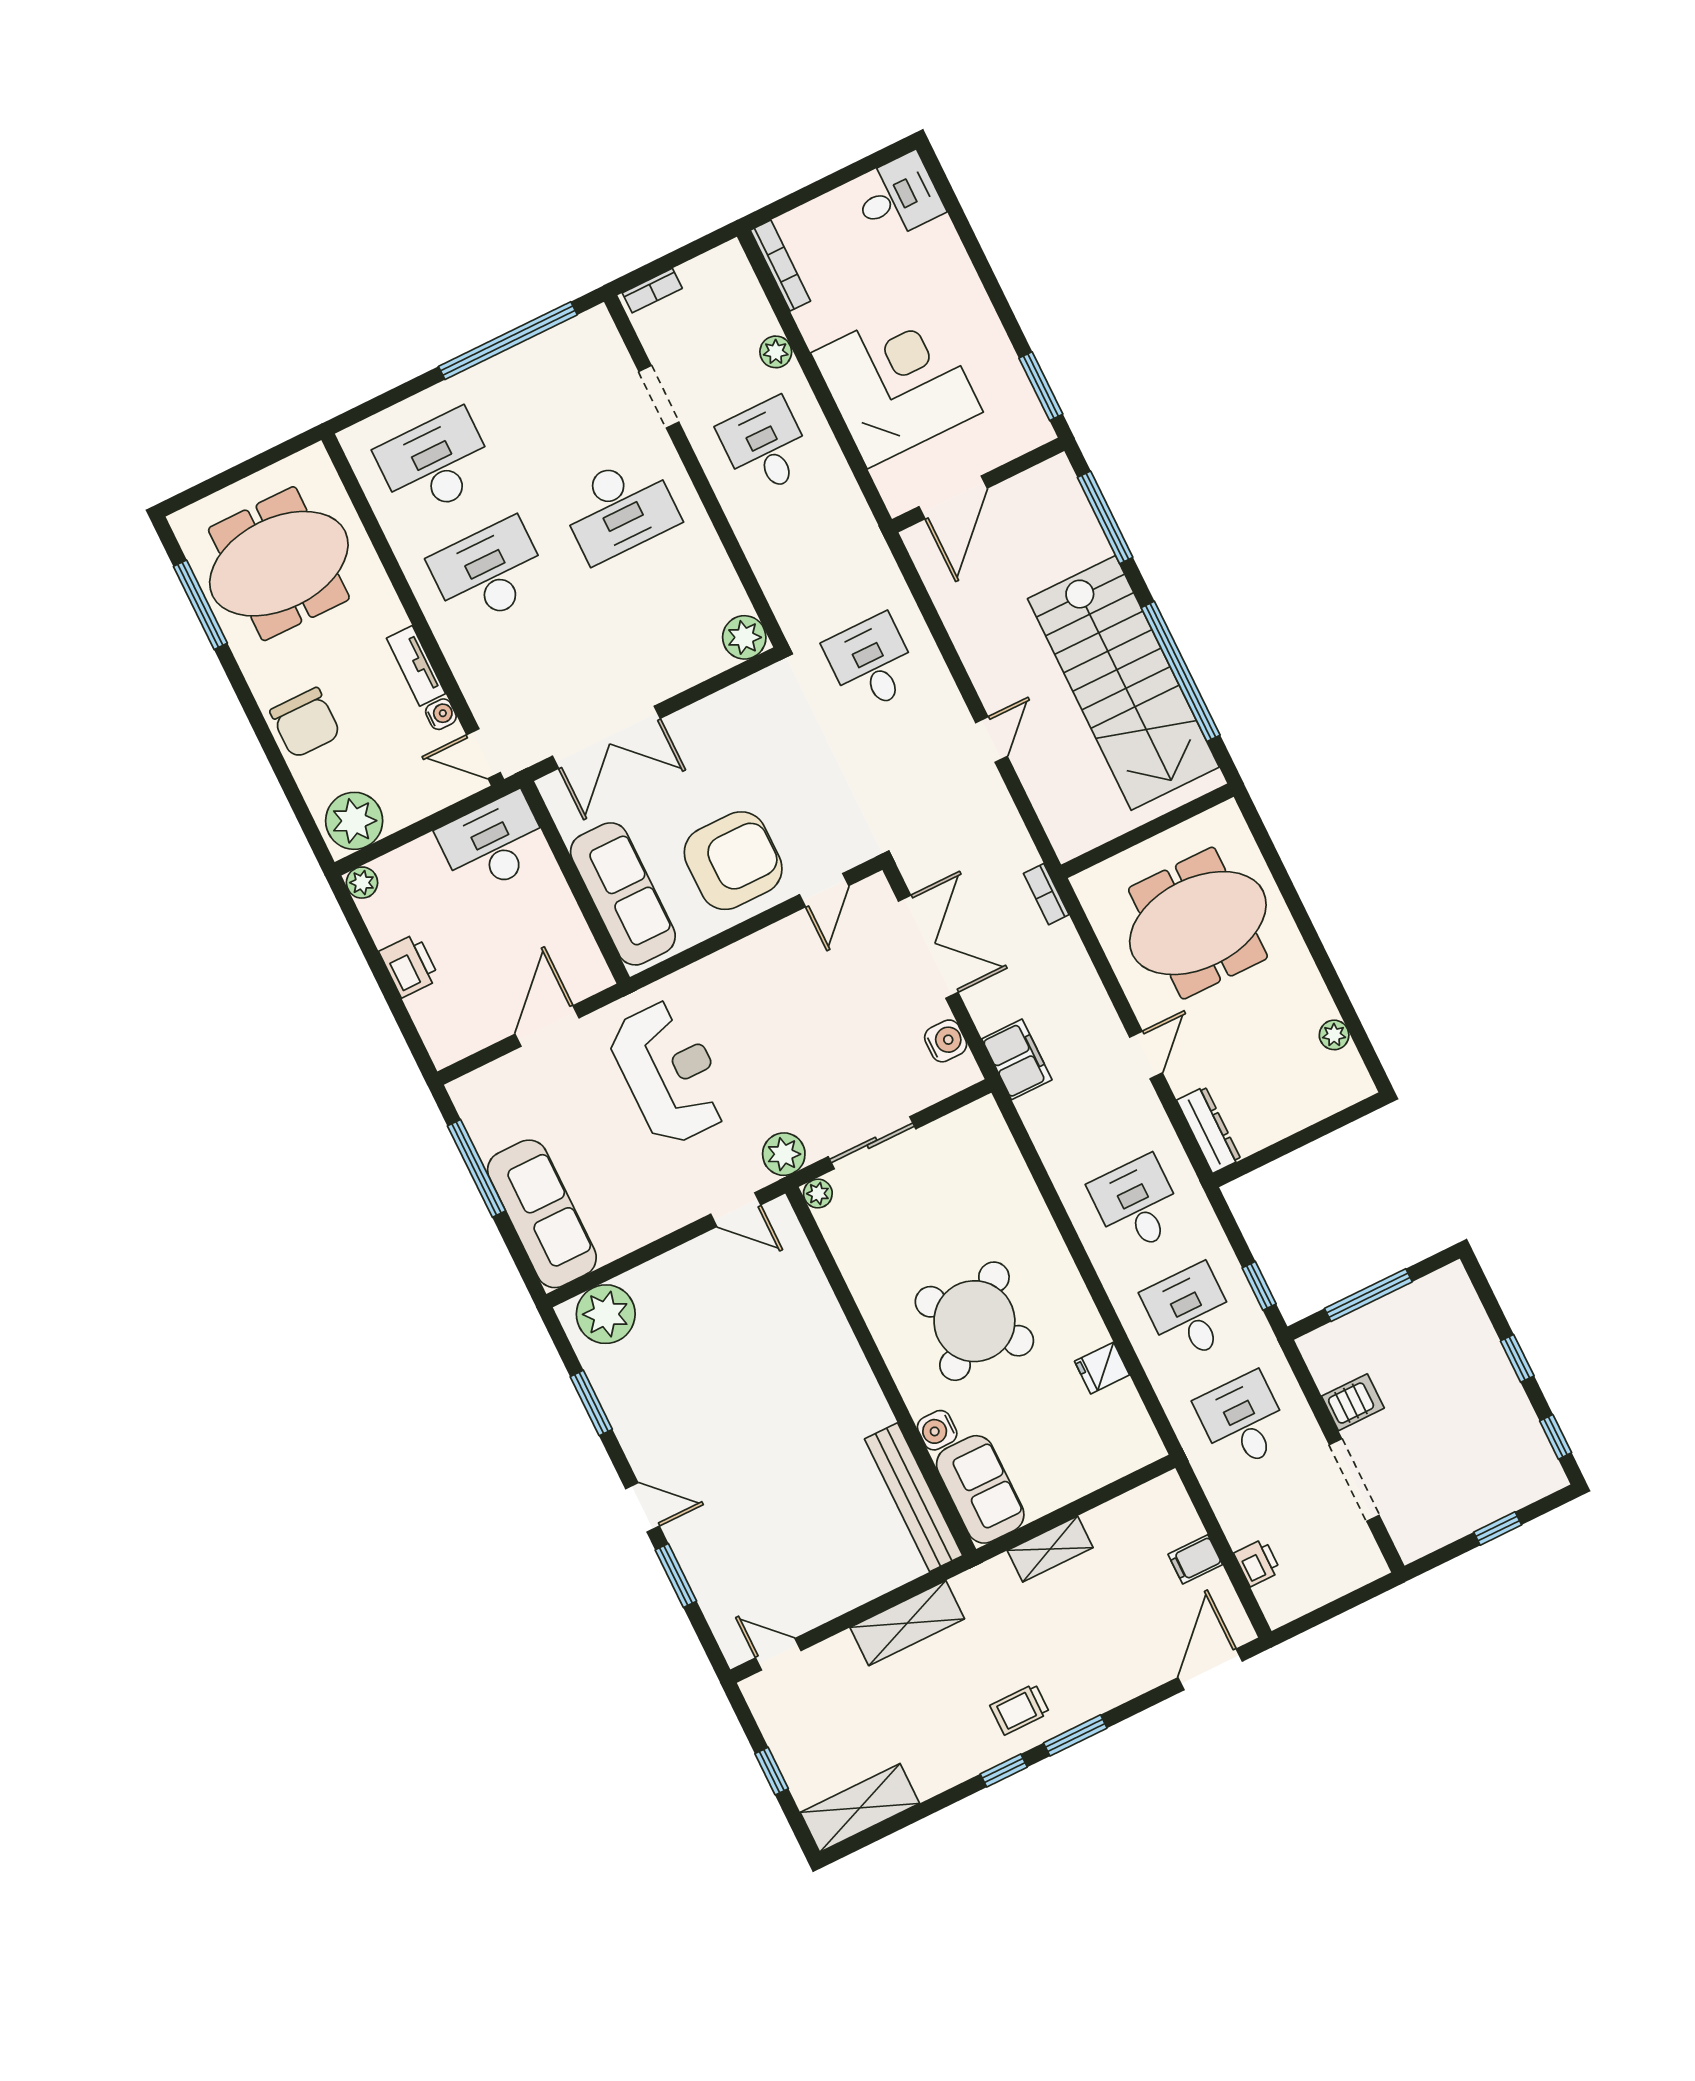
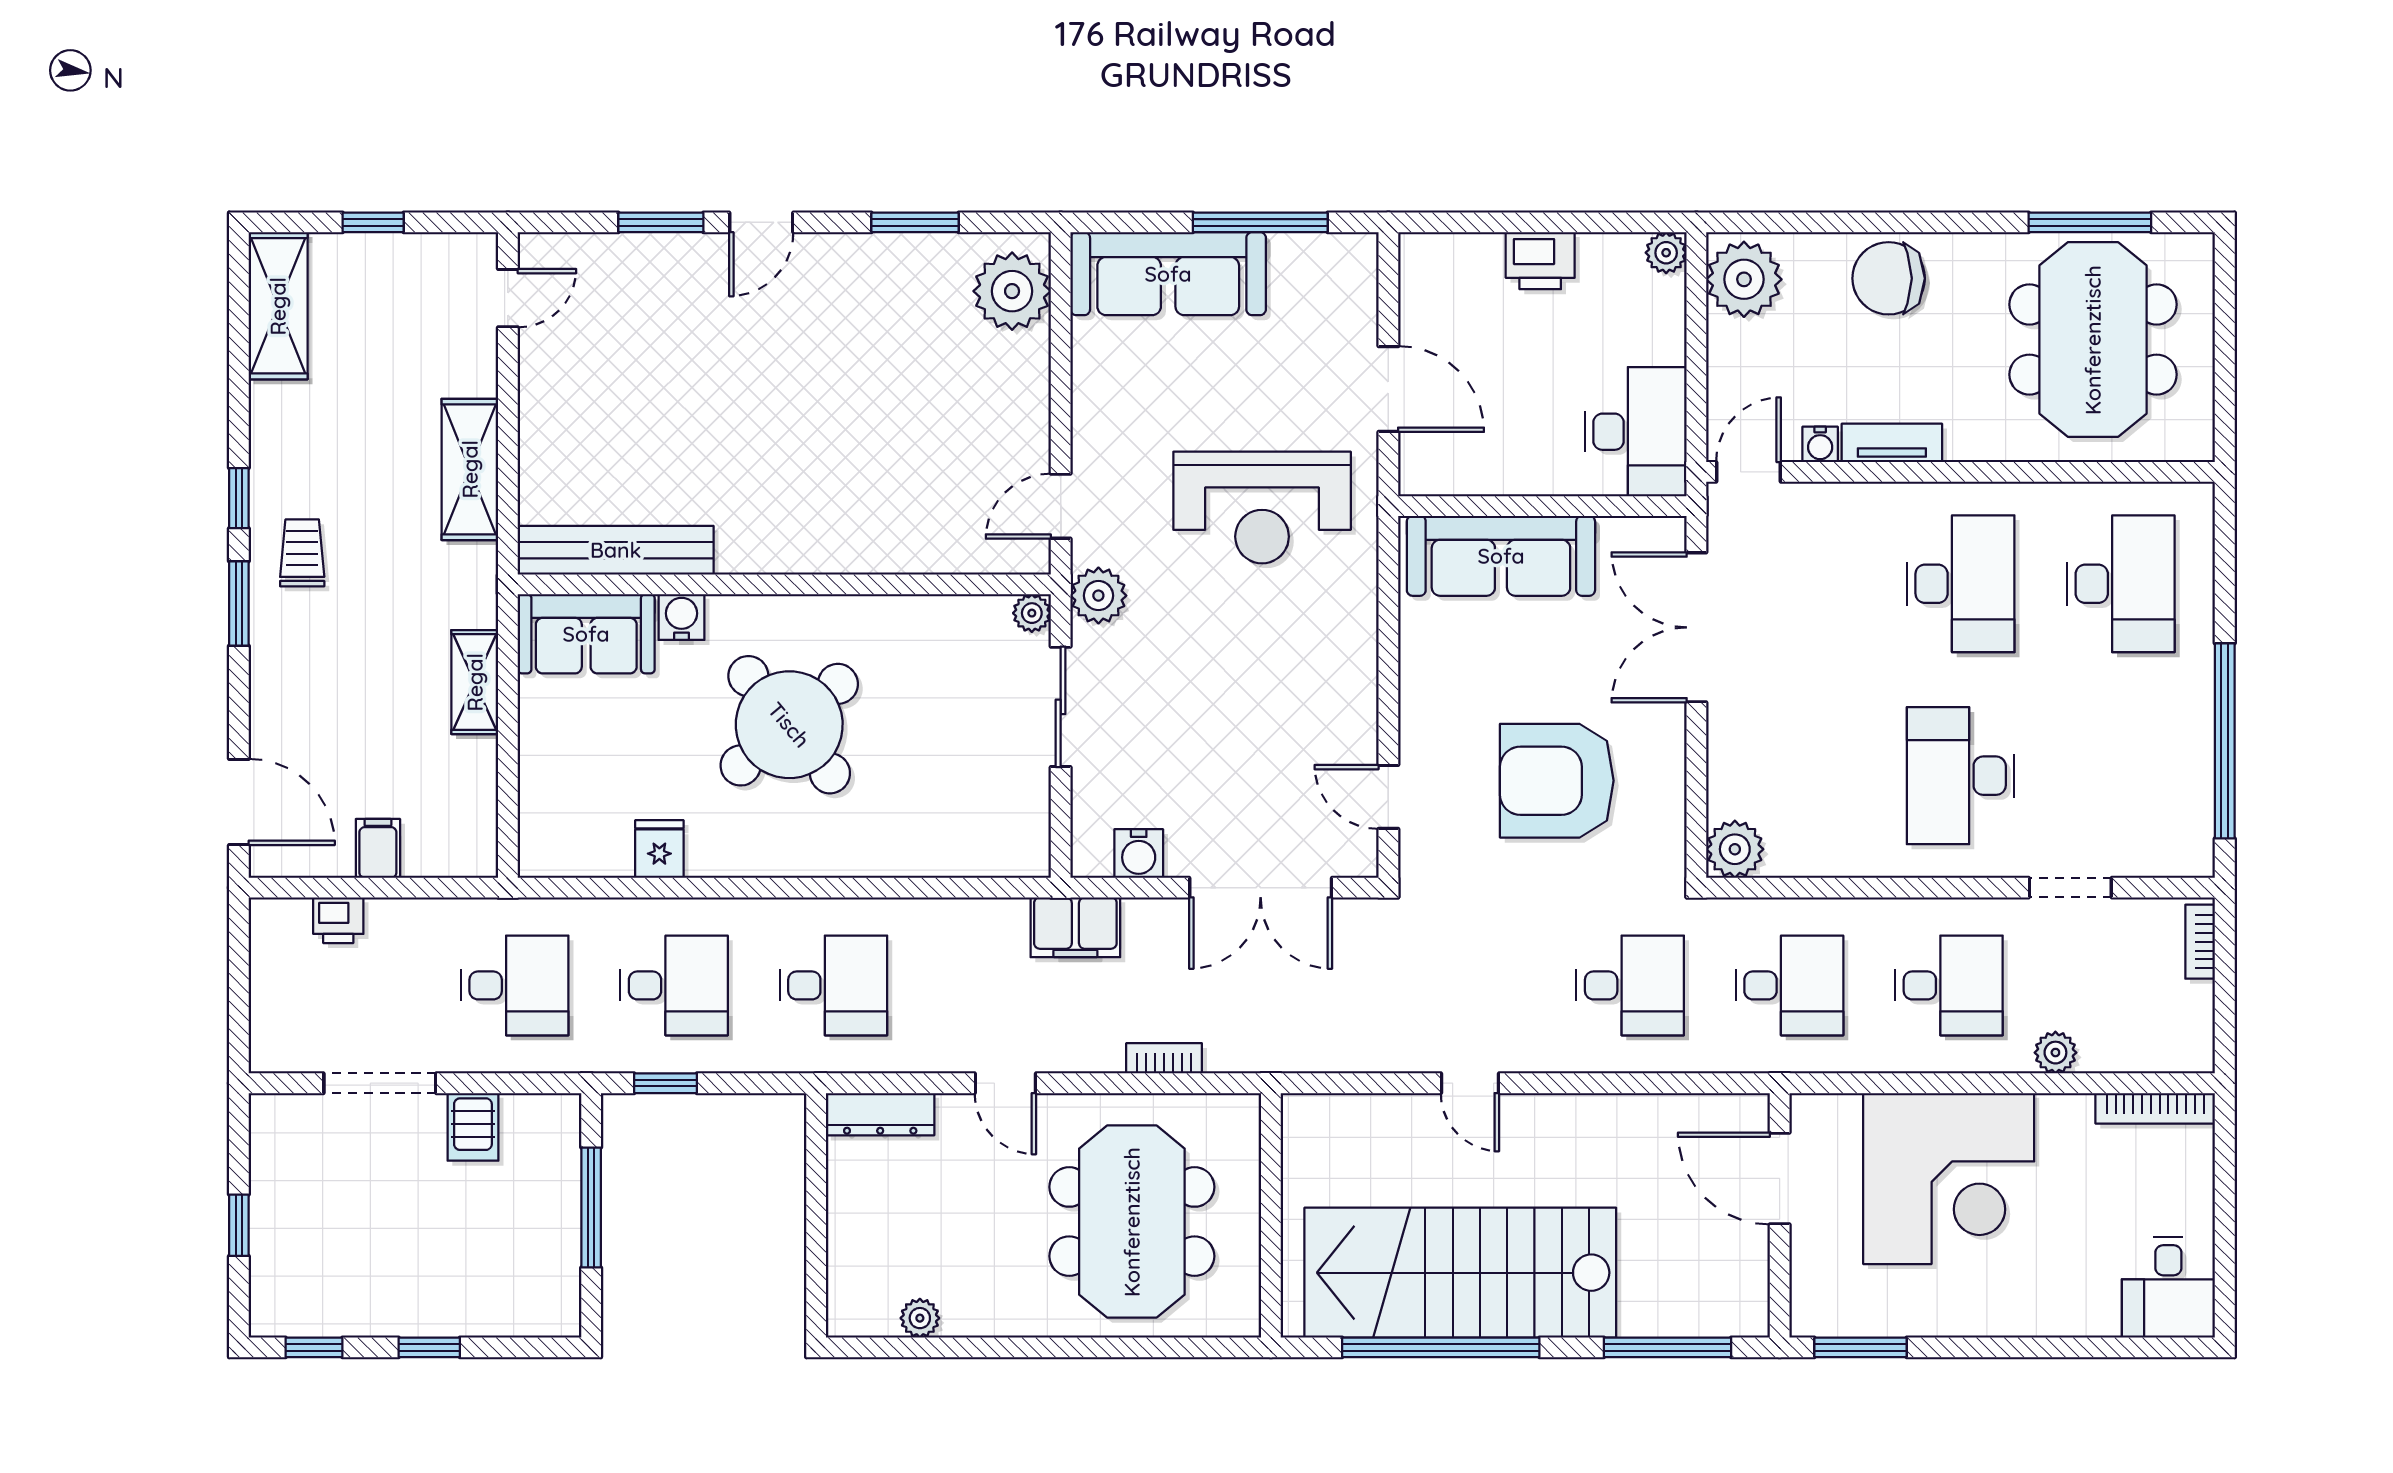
desk: (819, 555) -> (1790, 985), added
armchair: (733, 861) -> (1557, 781), moved, turned 90
bookcase: (1046, 894) -> (1164, 1058), moved

